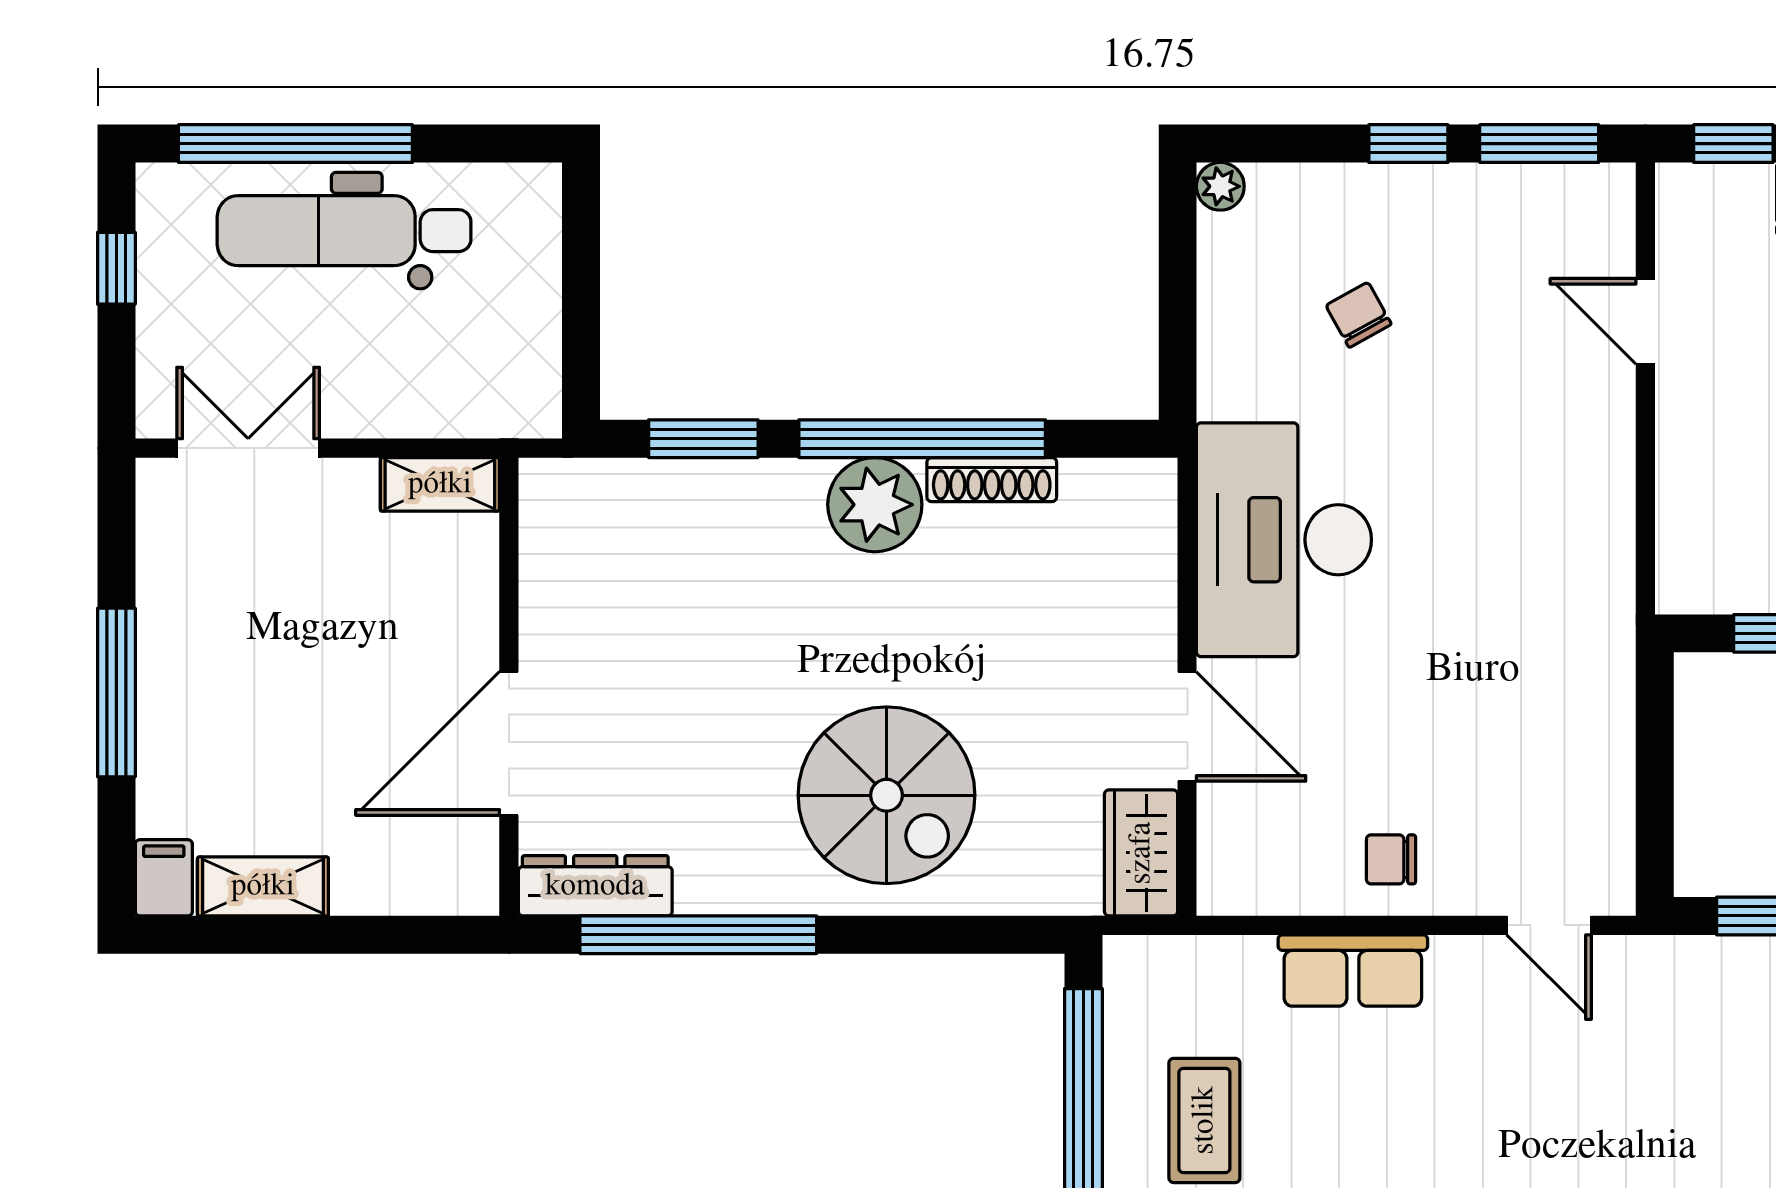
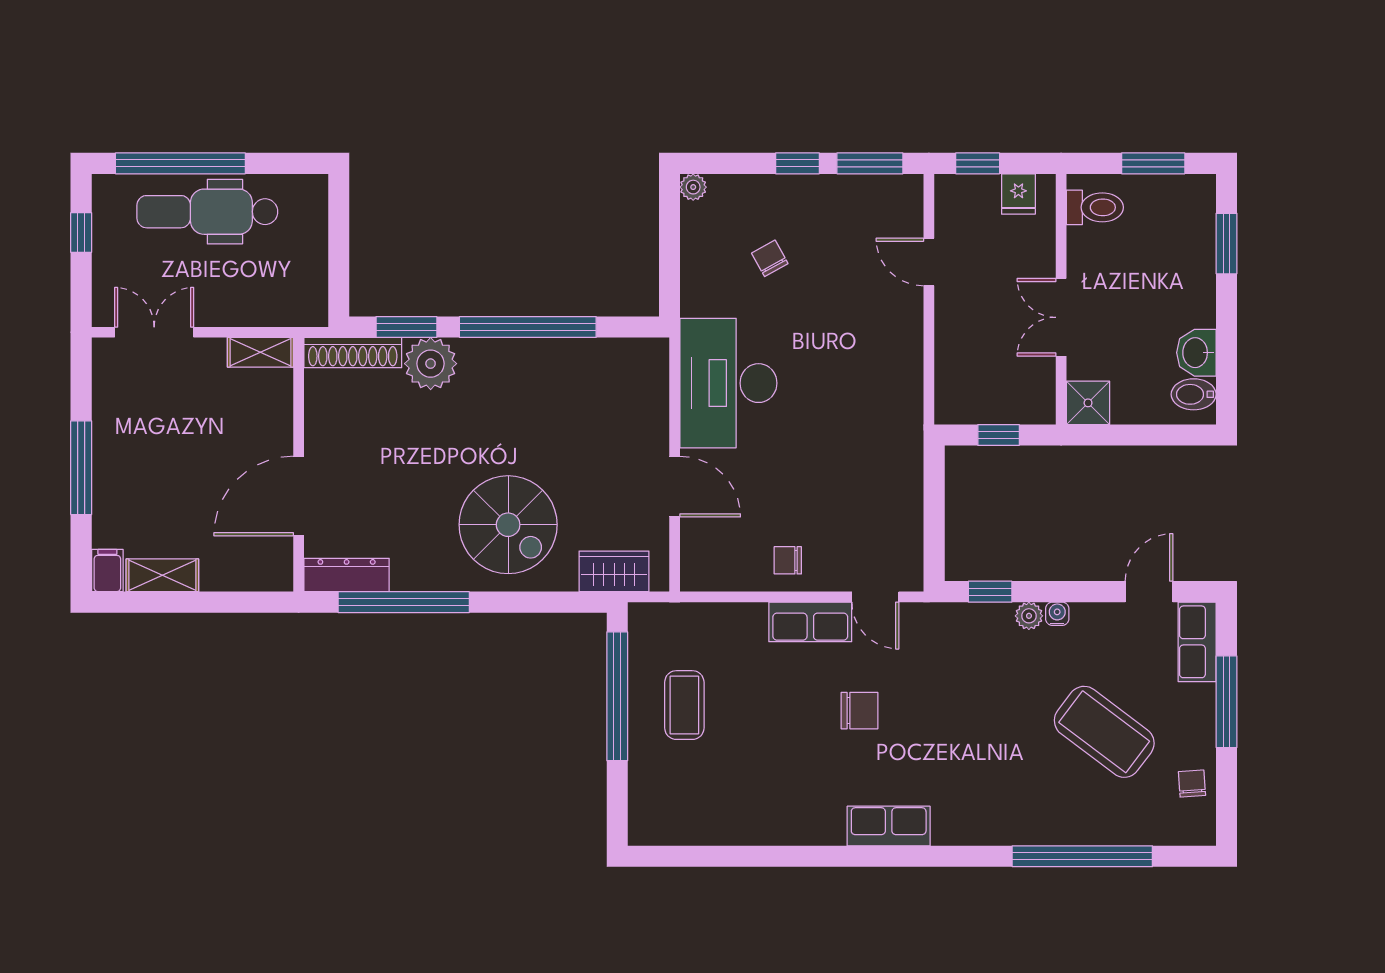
shoe rack: (992, 480) -> (353, 353), moved, width x1.36, depth x1.24
plant: (875, 505) -> (431, 364), moved
wardrobe: (1141, 853) -> (614, 571), moved, turned 90
row of seats: (1353, 970) -> (810, 622), moved
chair: (1520, 1131) -> (859, 711), added

